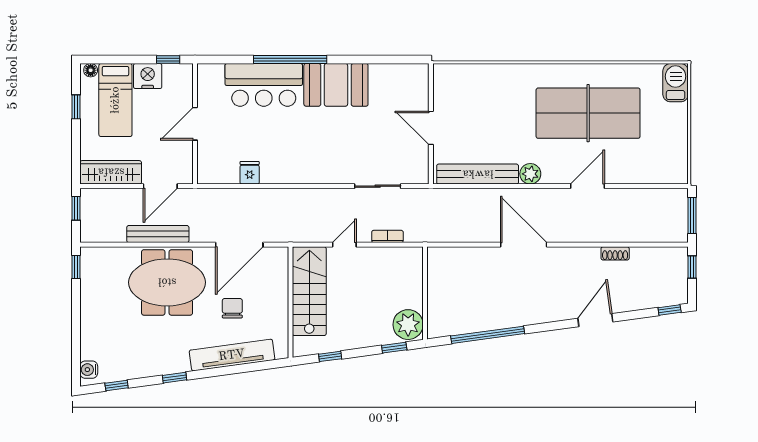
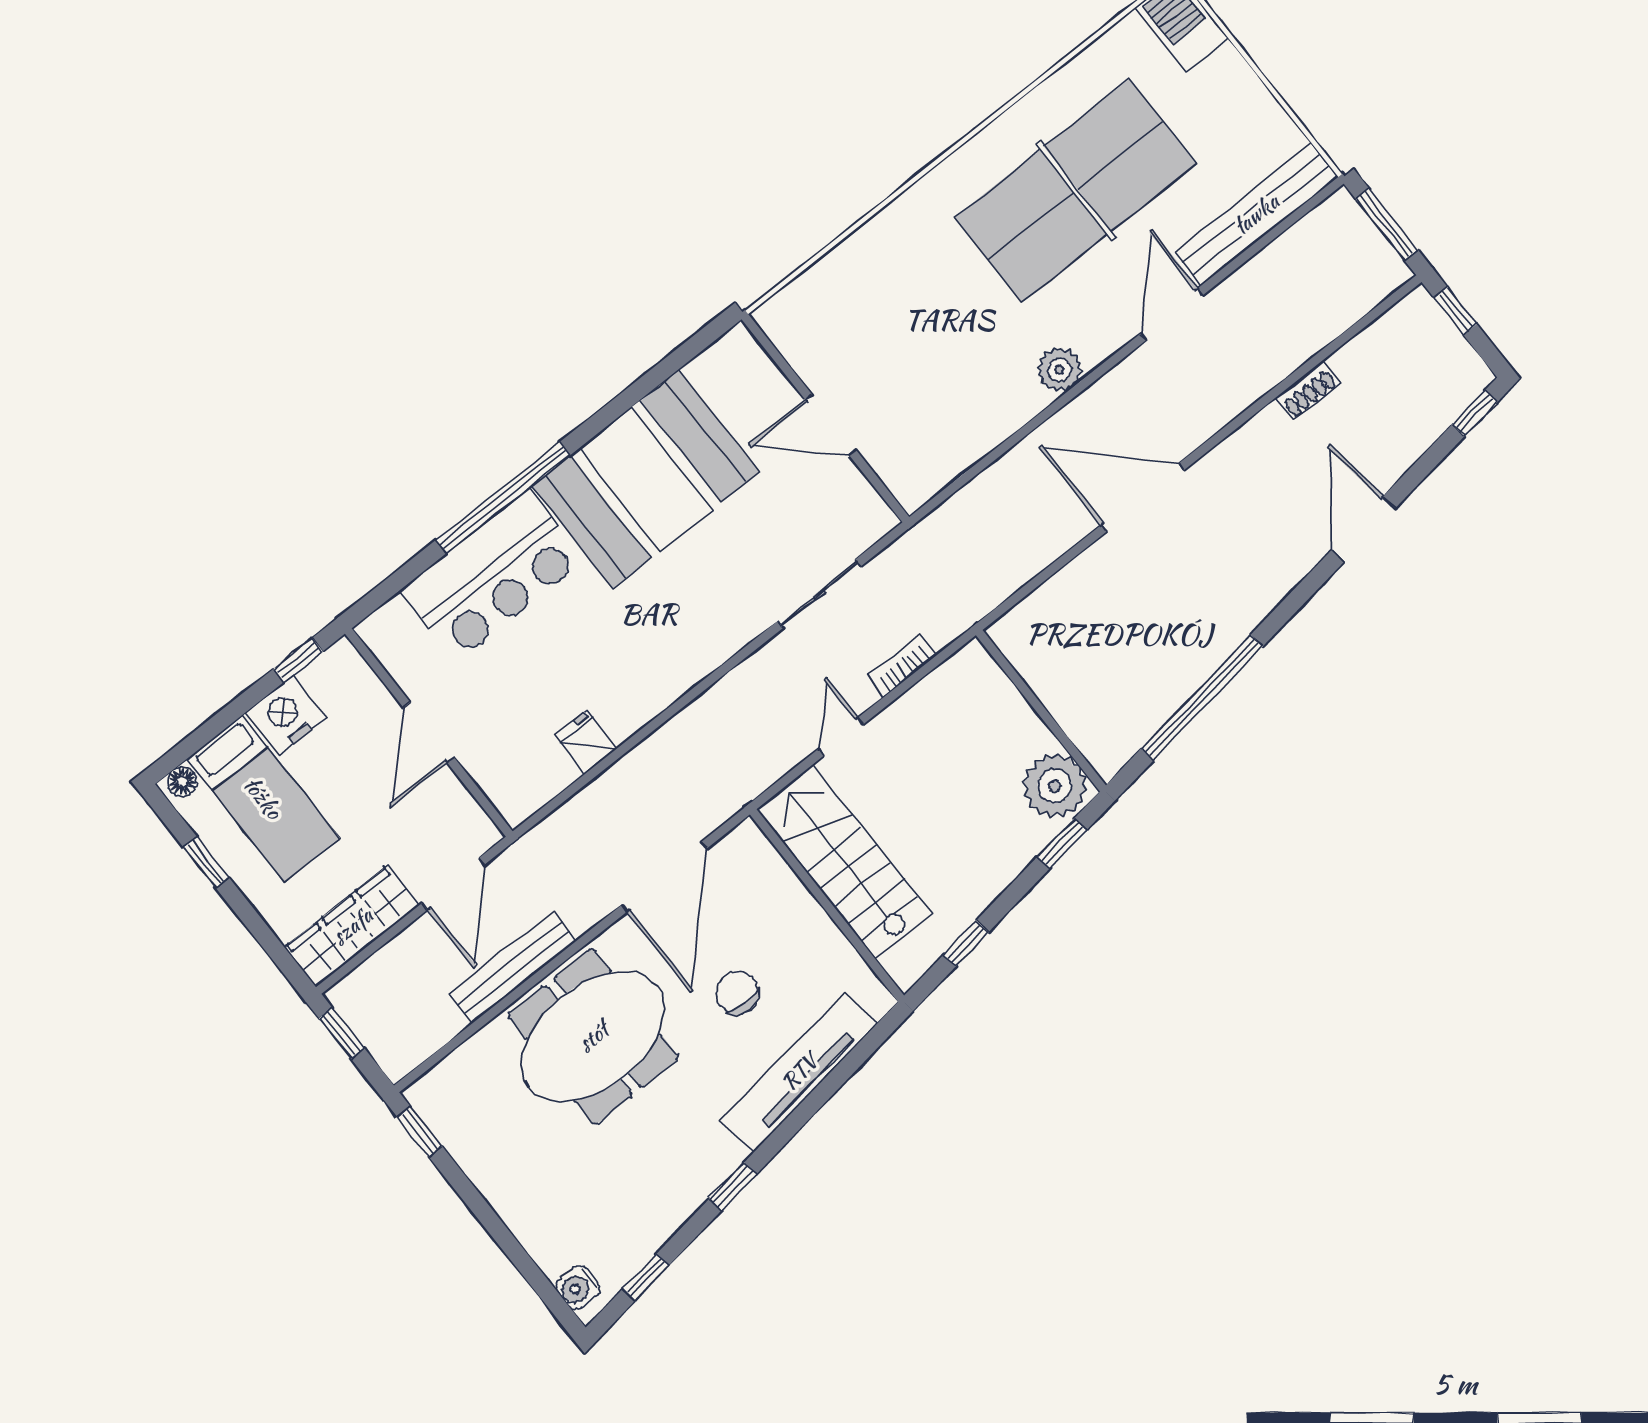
booth: (336, 85) -> (646, 479), width x1.36, depth x1.42
bench: (478, 174) -> (1256, 214), moved

